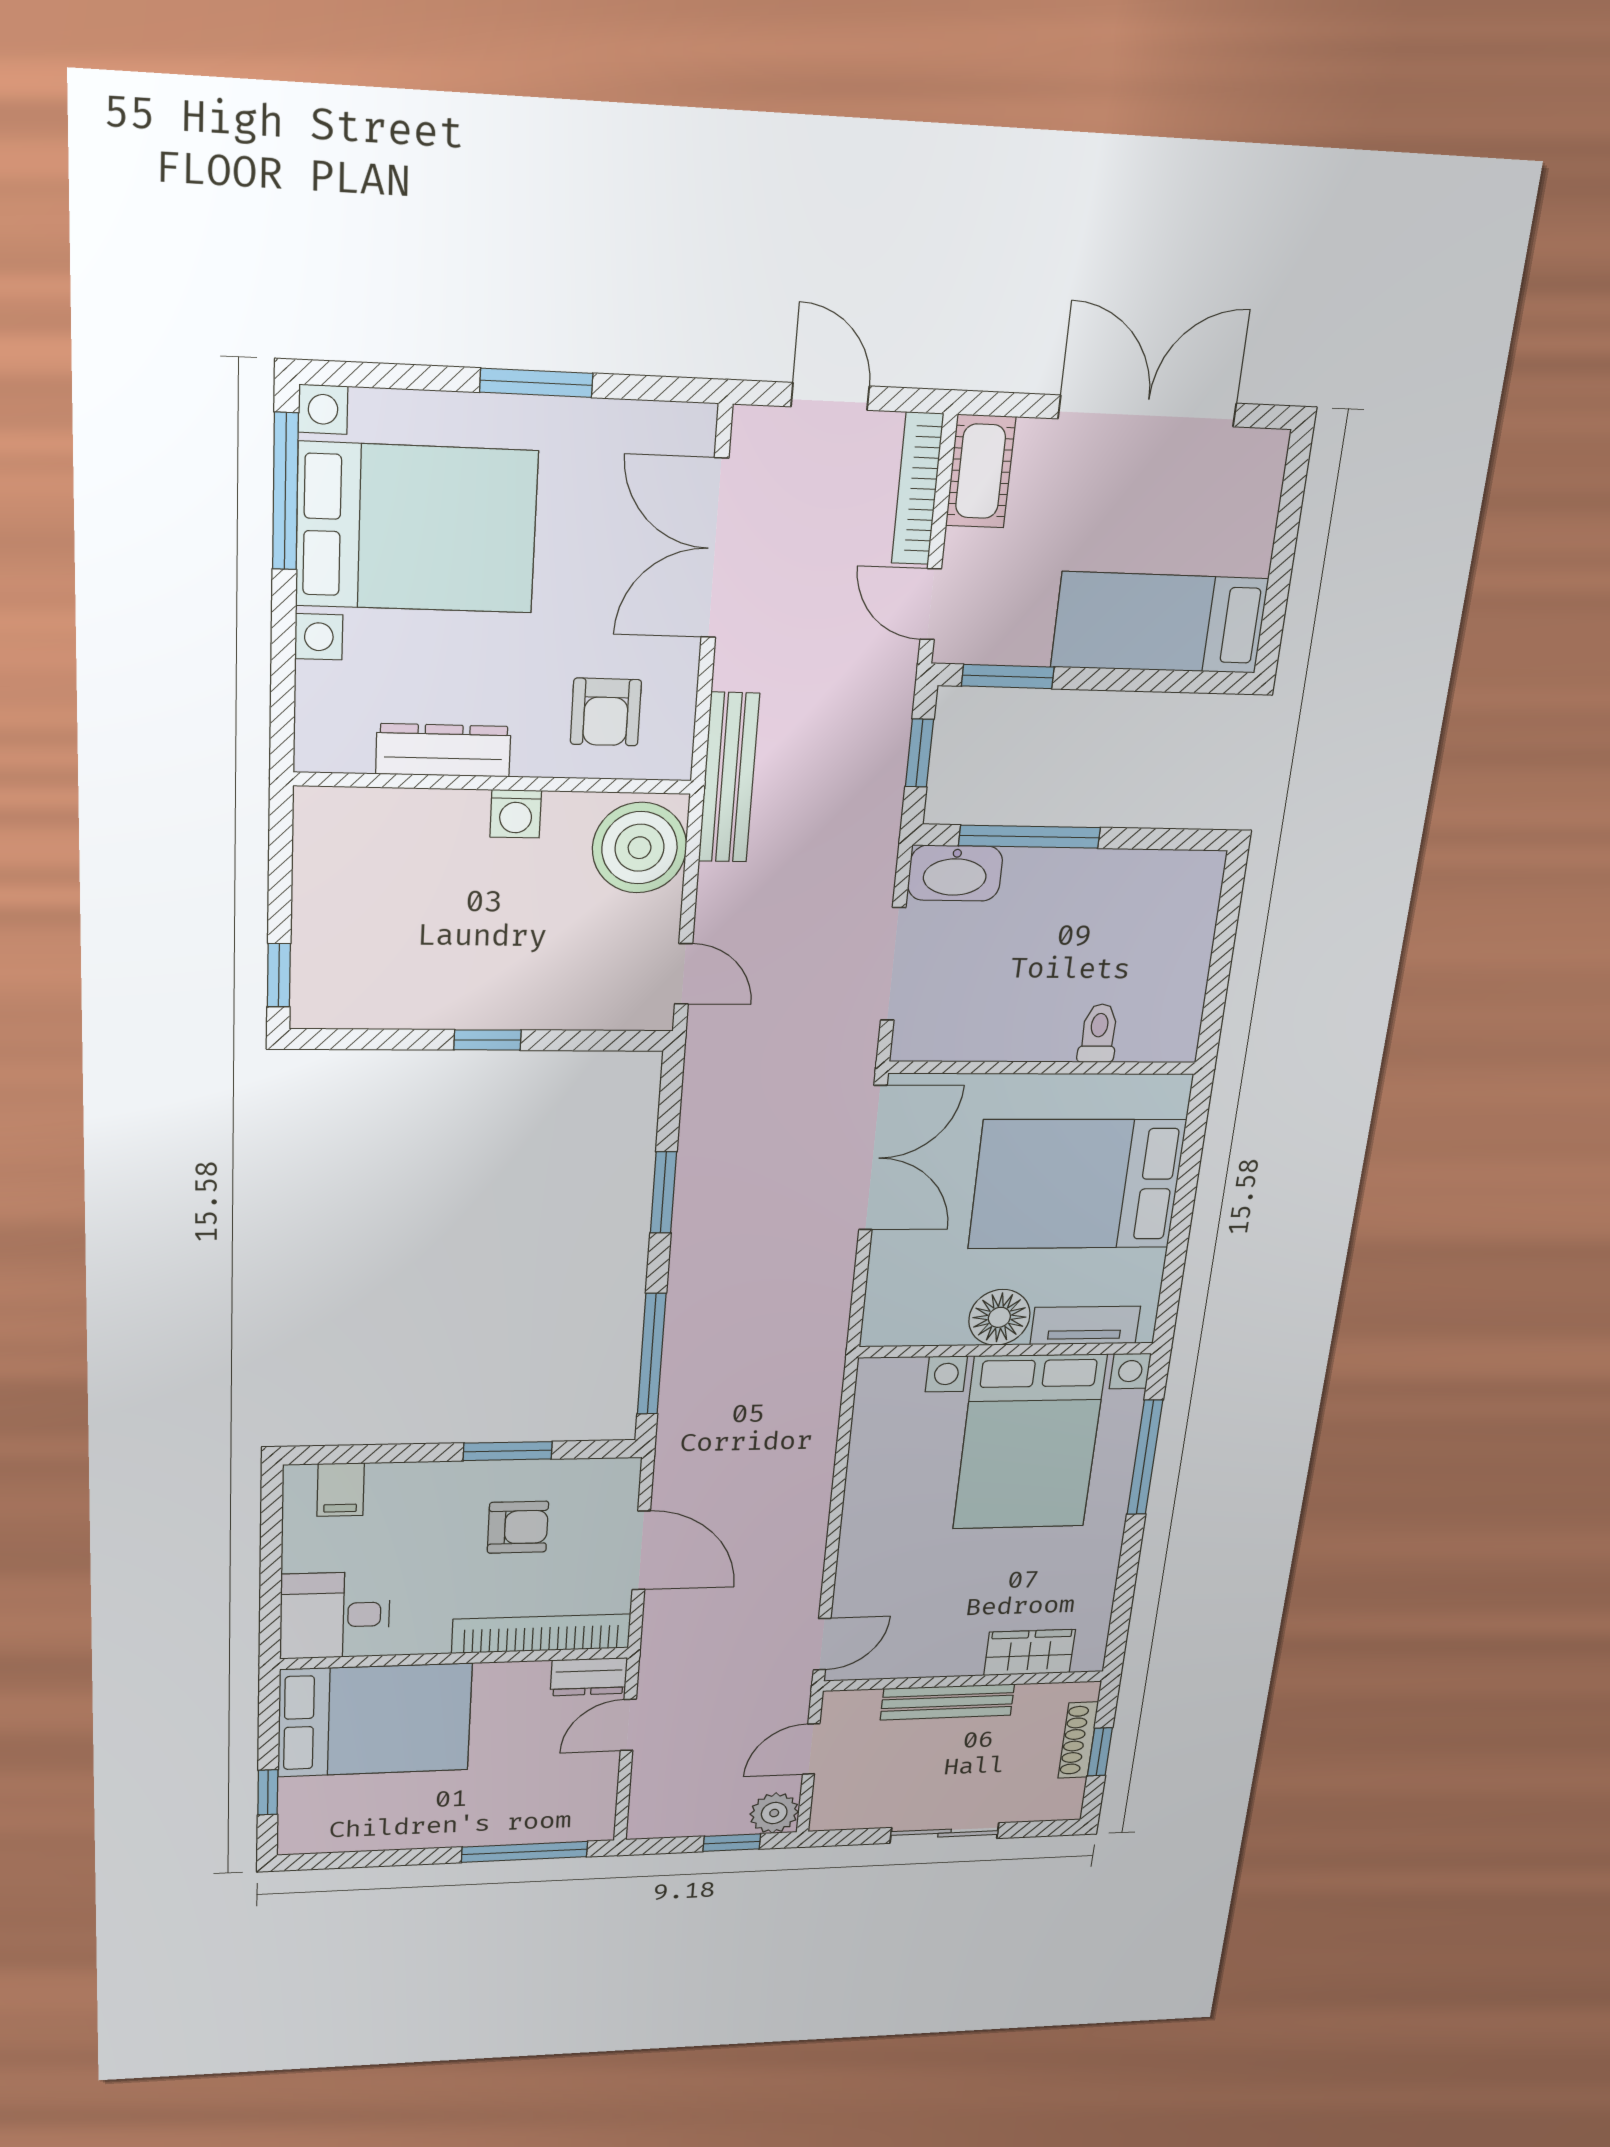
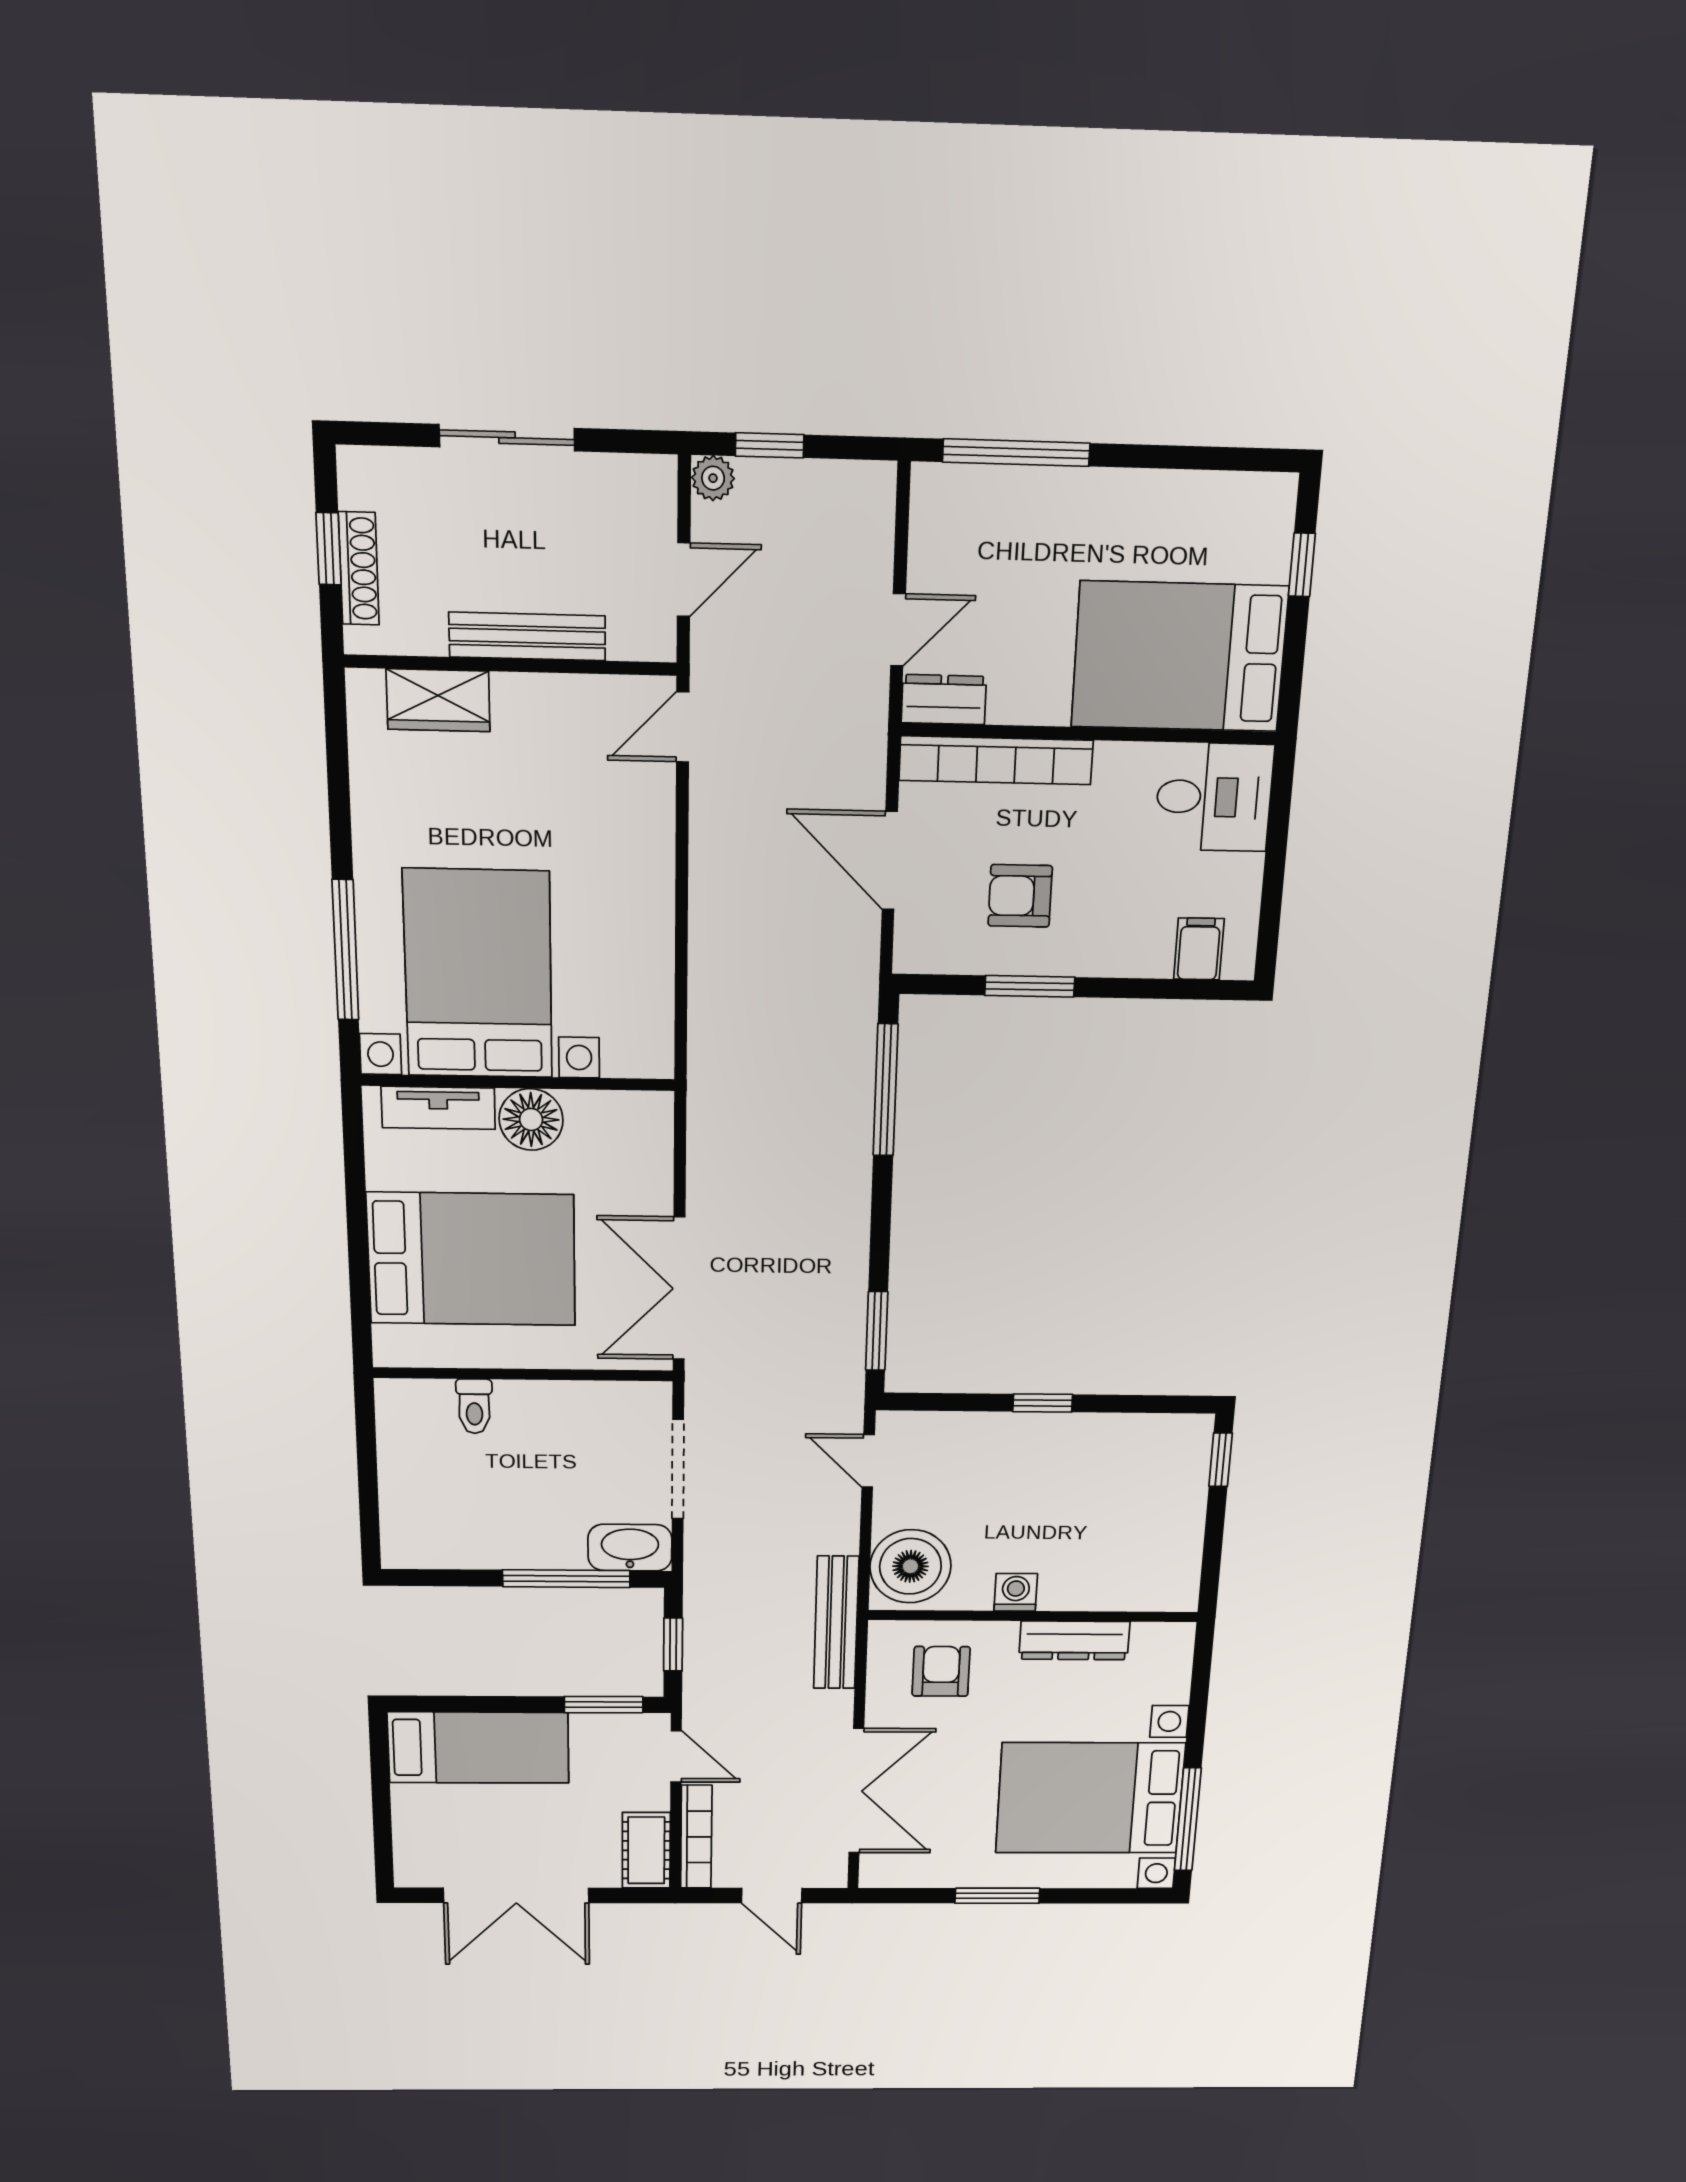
window: (663, 1192) -> (877, 1331), moved
plant: (774, 1813) -> (713, 478), width x0.73, depth x0.73

